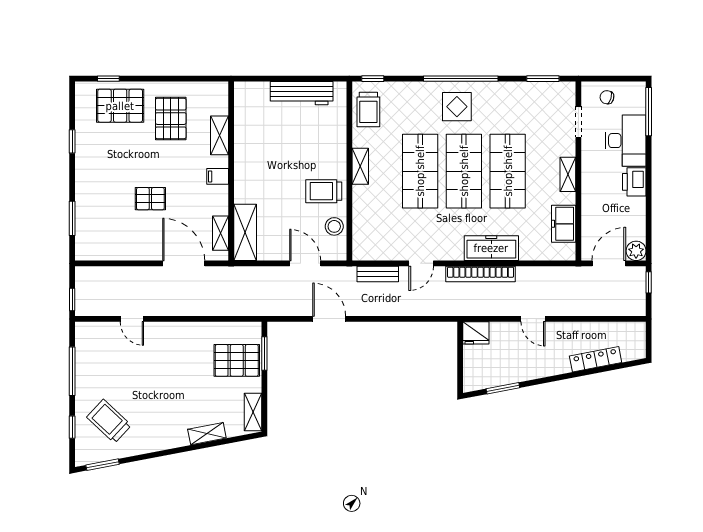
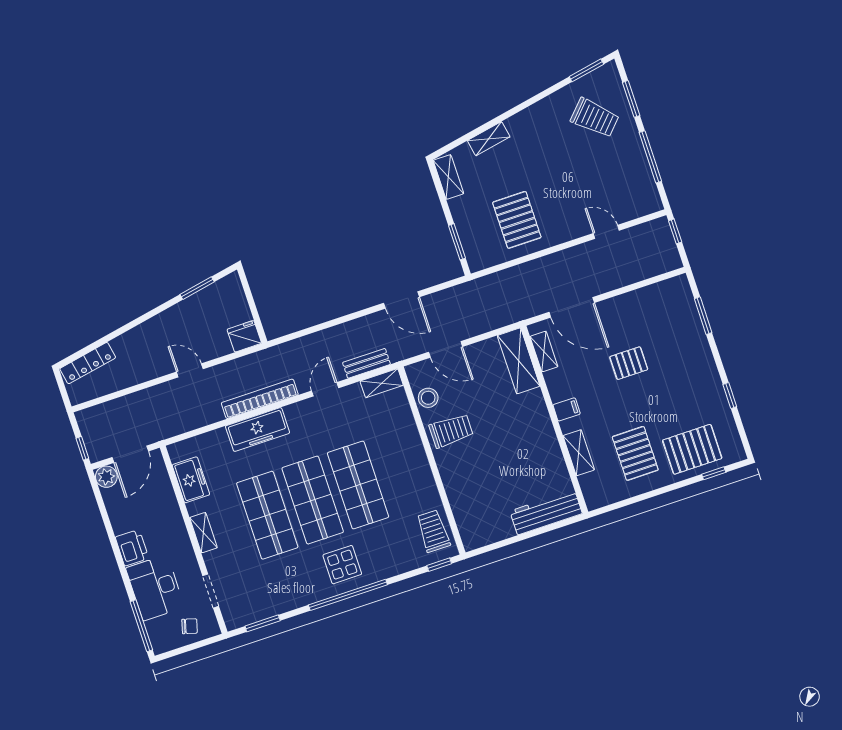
workbench: (302, 93) -> (546, 512), moved
shelving: (360, 166) -> (382, 383), moved, turned 90
locker: (596, 359) -> (88, 363), moved
pallet: (237, 360) -> (517, 220), moved, turned 90
window: (72, 427) -> (631, 99), width x1.50

